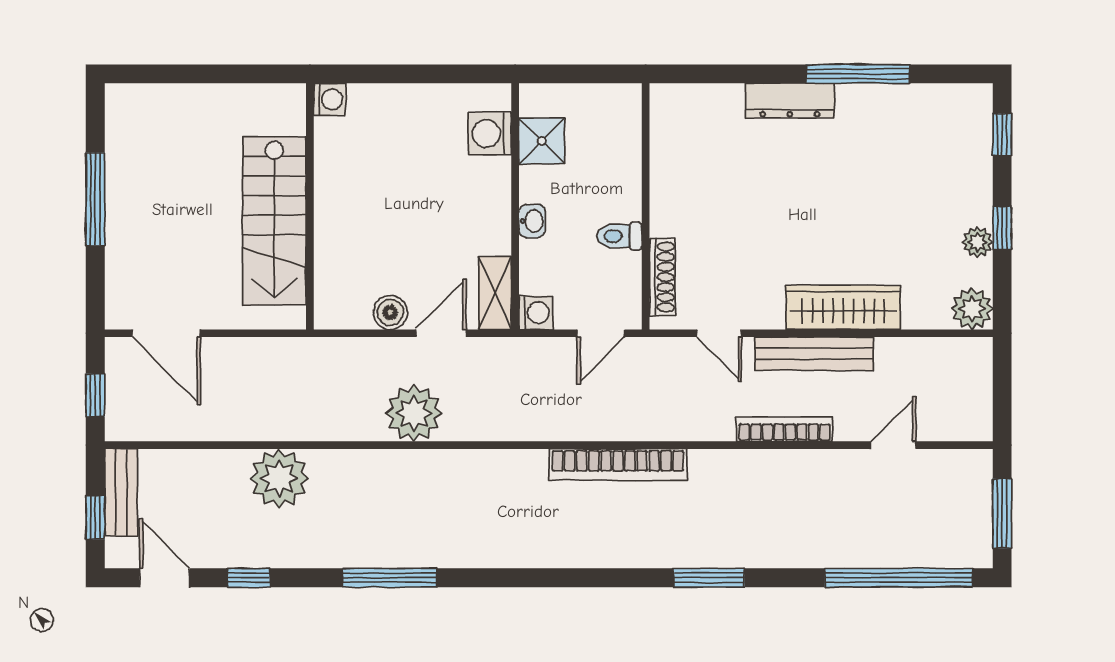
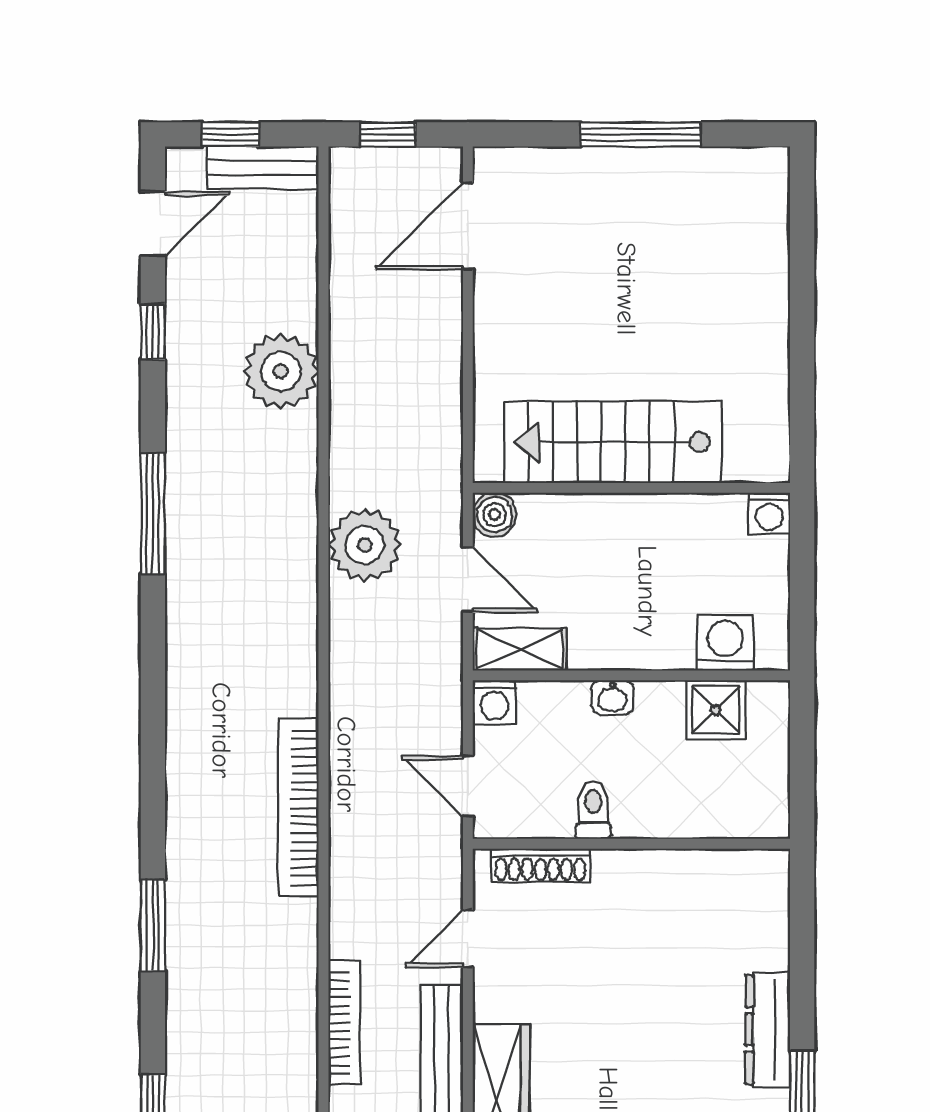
washing machine: (330, 99) -> (769, 513), moved
wall: (310, 206) -> (631, 488), moved
stairs: (274, 221) -> (613, 442), moved

